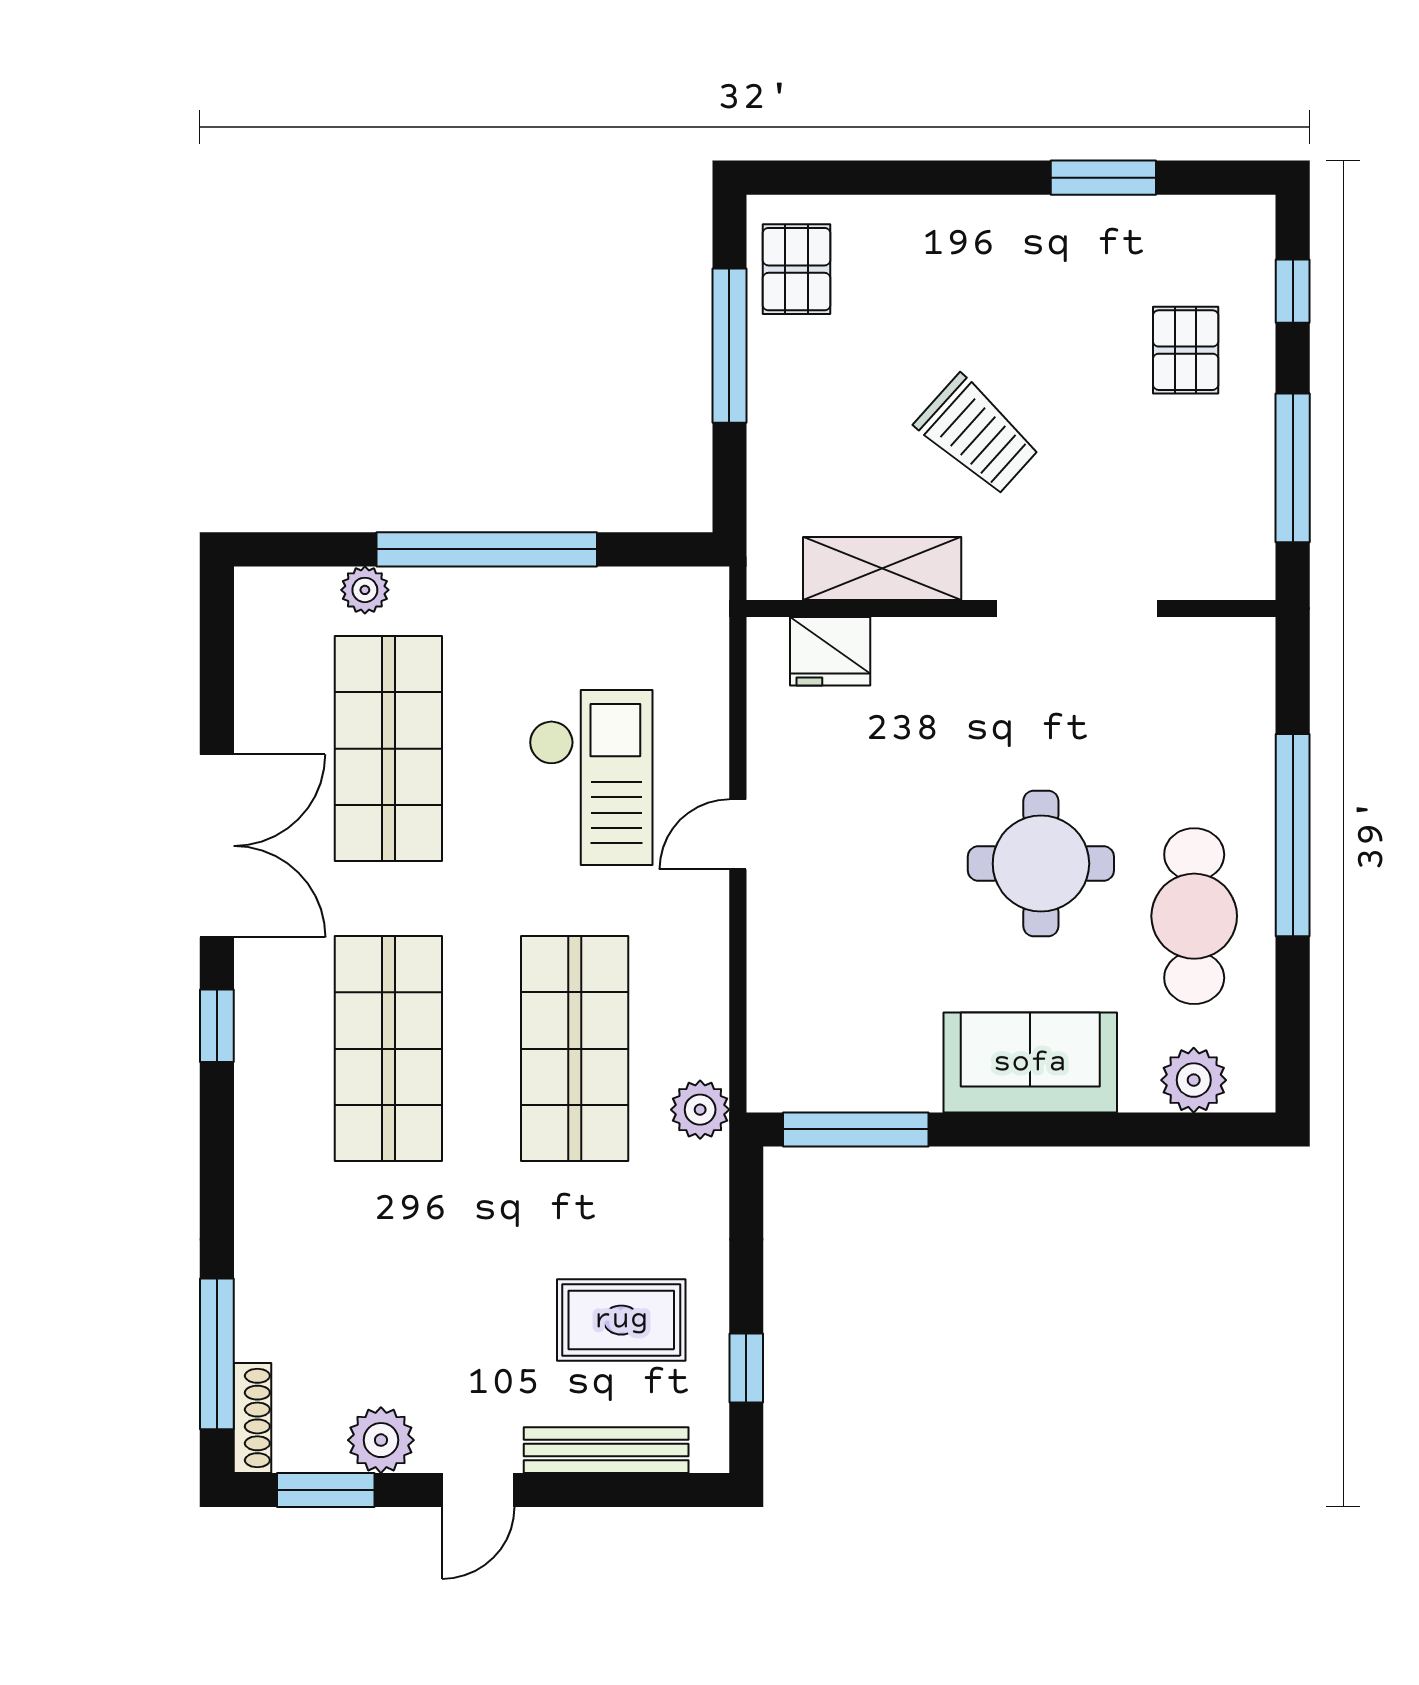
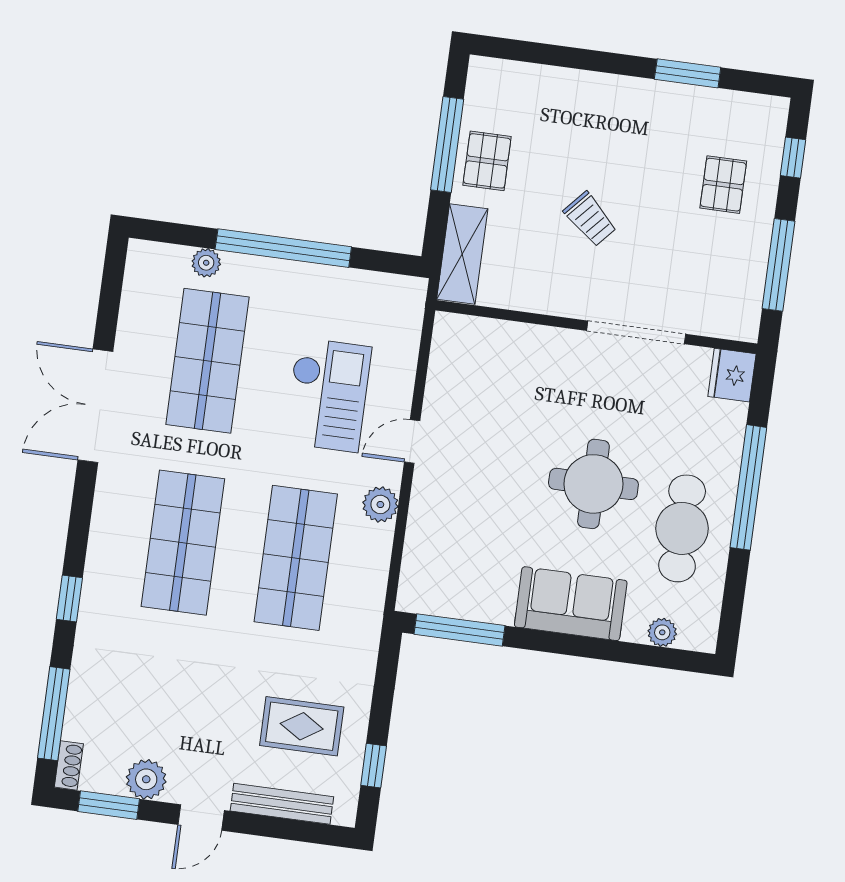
pallet: (796, 269) -> (487, 161), moved
trolley: (977, 435) -> (590, 219), width x0.73, depth x0.72
shelving: (882, 568) -> (462, 254), moved, turned 90
fridge: (830, 651) -> (732, 375), moved, turned 90
double door: (217, 846) -> (95, 406), swing flipped
window: (217, 1026) -> (69, 598), moved
plant: (1194, 1080) -> (662, 632), width x0.73, depth x0.73
plant: (700, 1110) -> (380, 504), moved
shoe rack: (252, 1418) -> (69, 765), width x0.70

